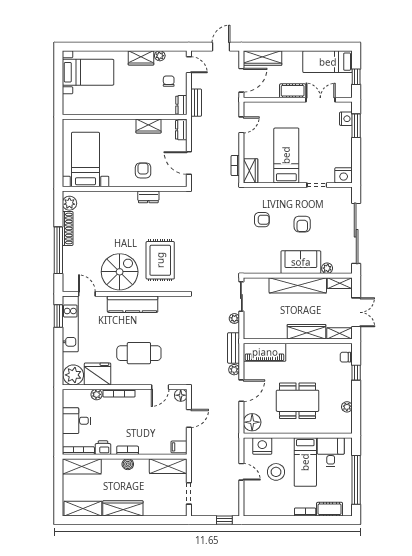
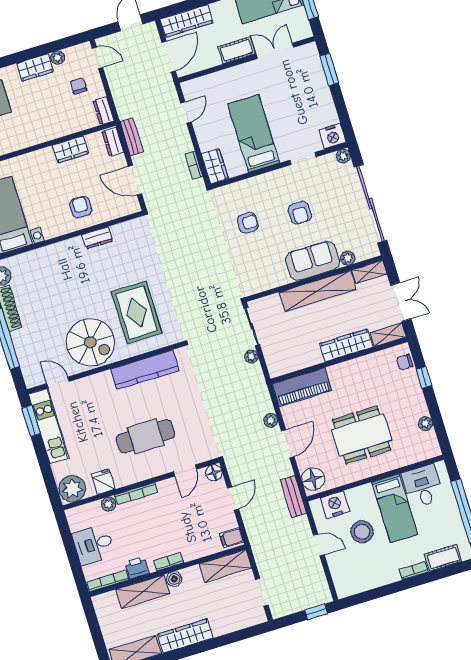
bench: (196, 103) -> (132, 137), moved
nightstand: (346, 119) -> (314, 65), removed
plant: (347, 192) -> (343, 156), added
spiral stairs: (120, 272) -> (90, 342), turned 90
kitchen counter: (133, 304) -> (145, 370), moved
bench: (234, 348) -> (293, 497), moved
fridge: (98, 374) -> (103, 482), width x0.53, depth x0.75
shelving: (82, 466) -> (143, 592), moved

